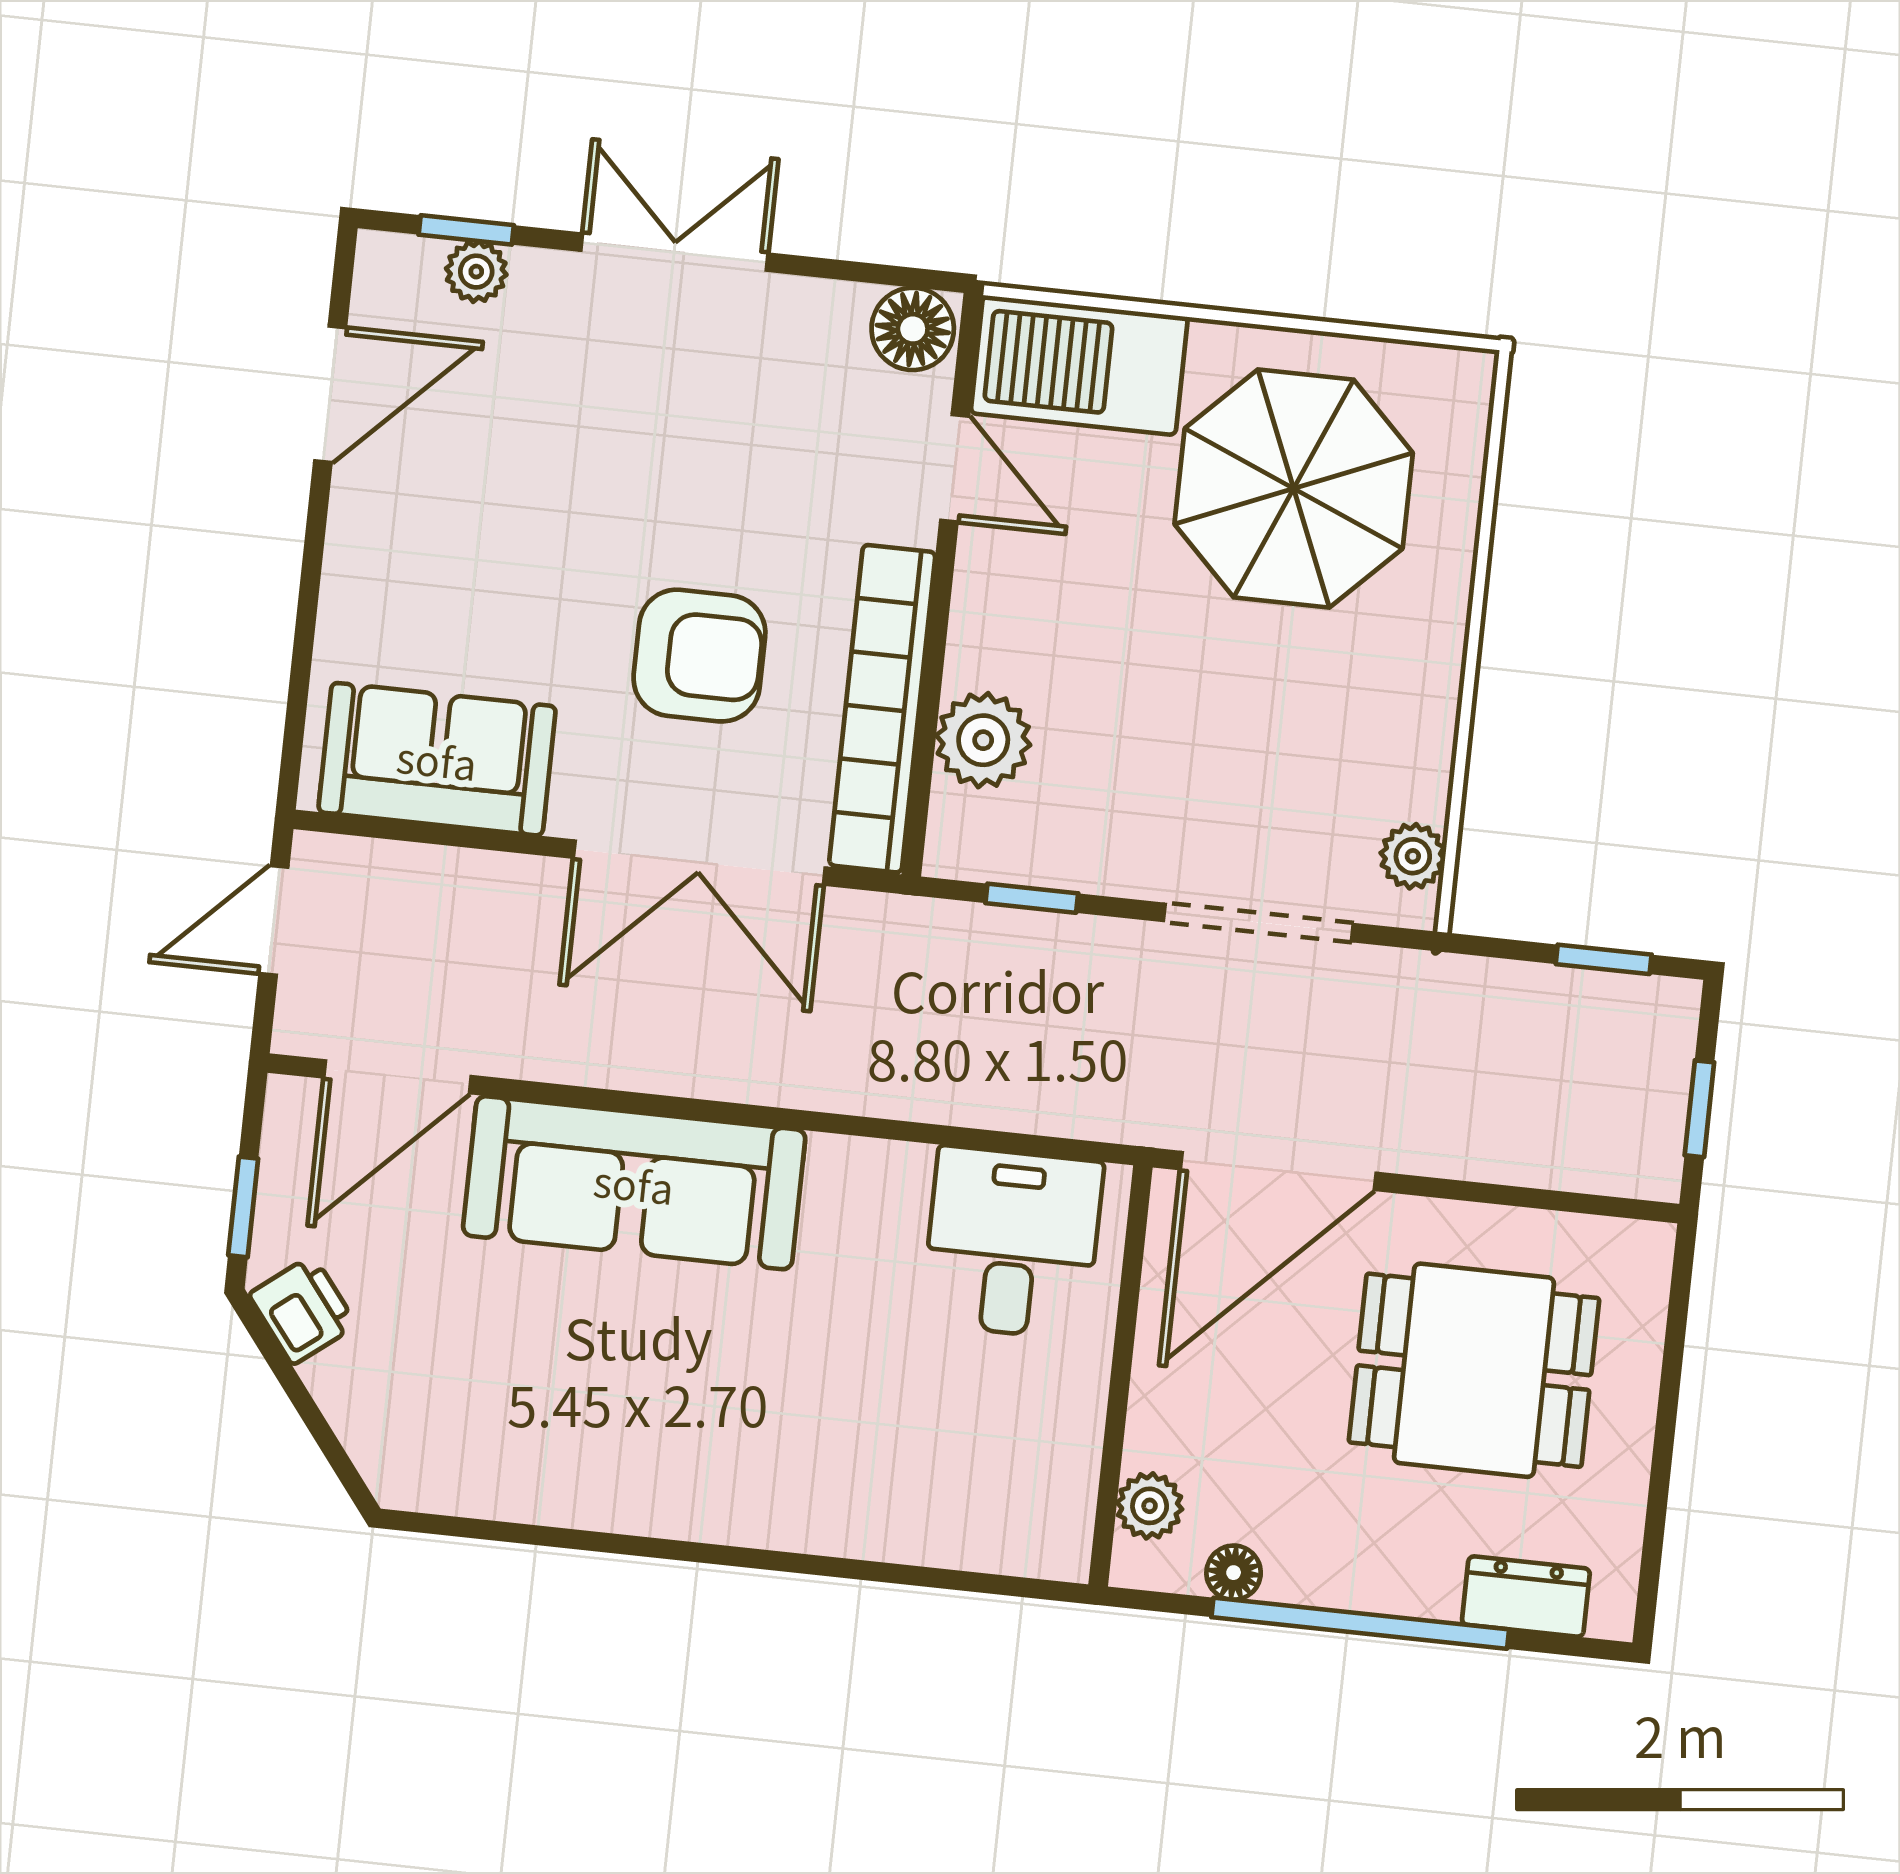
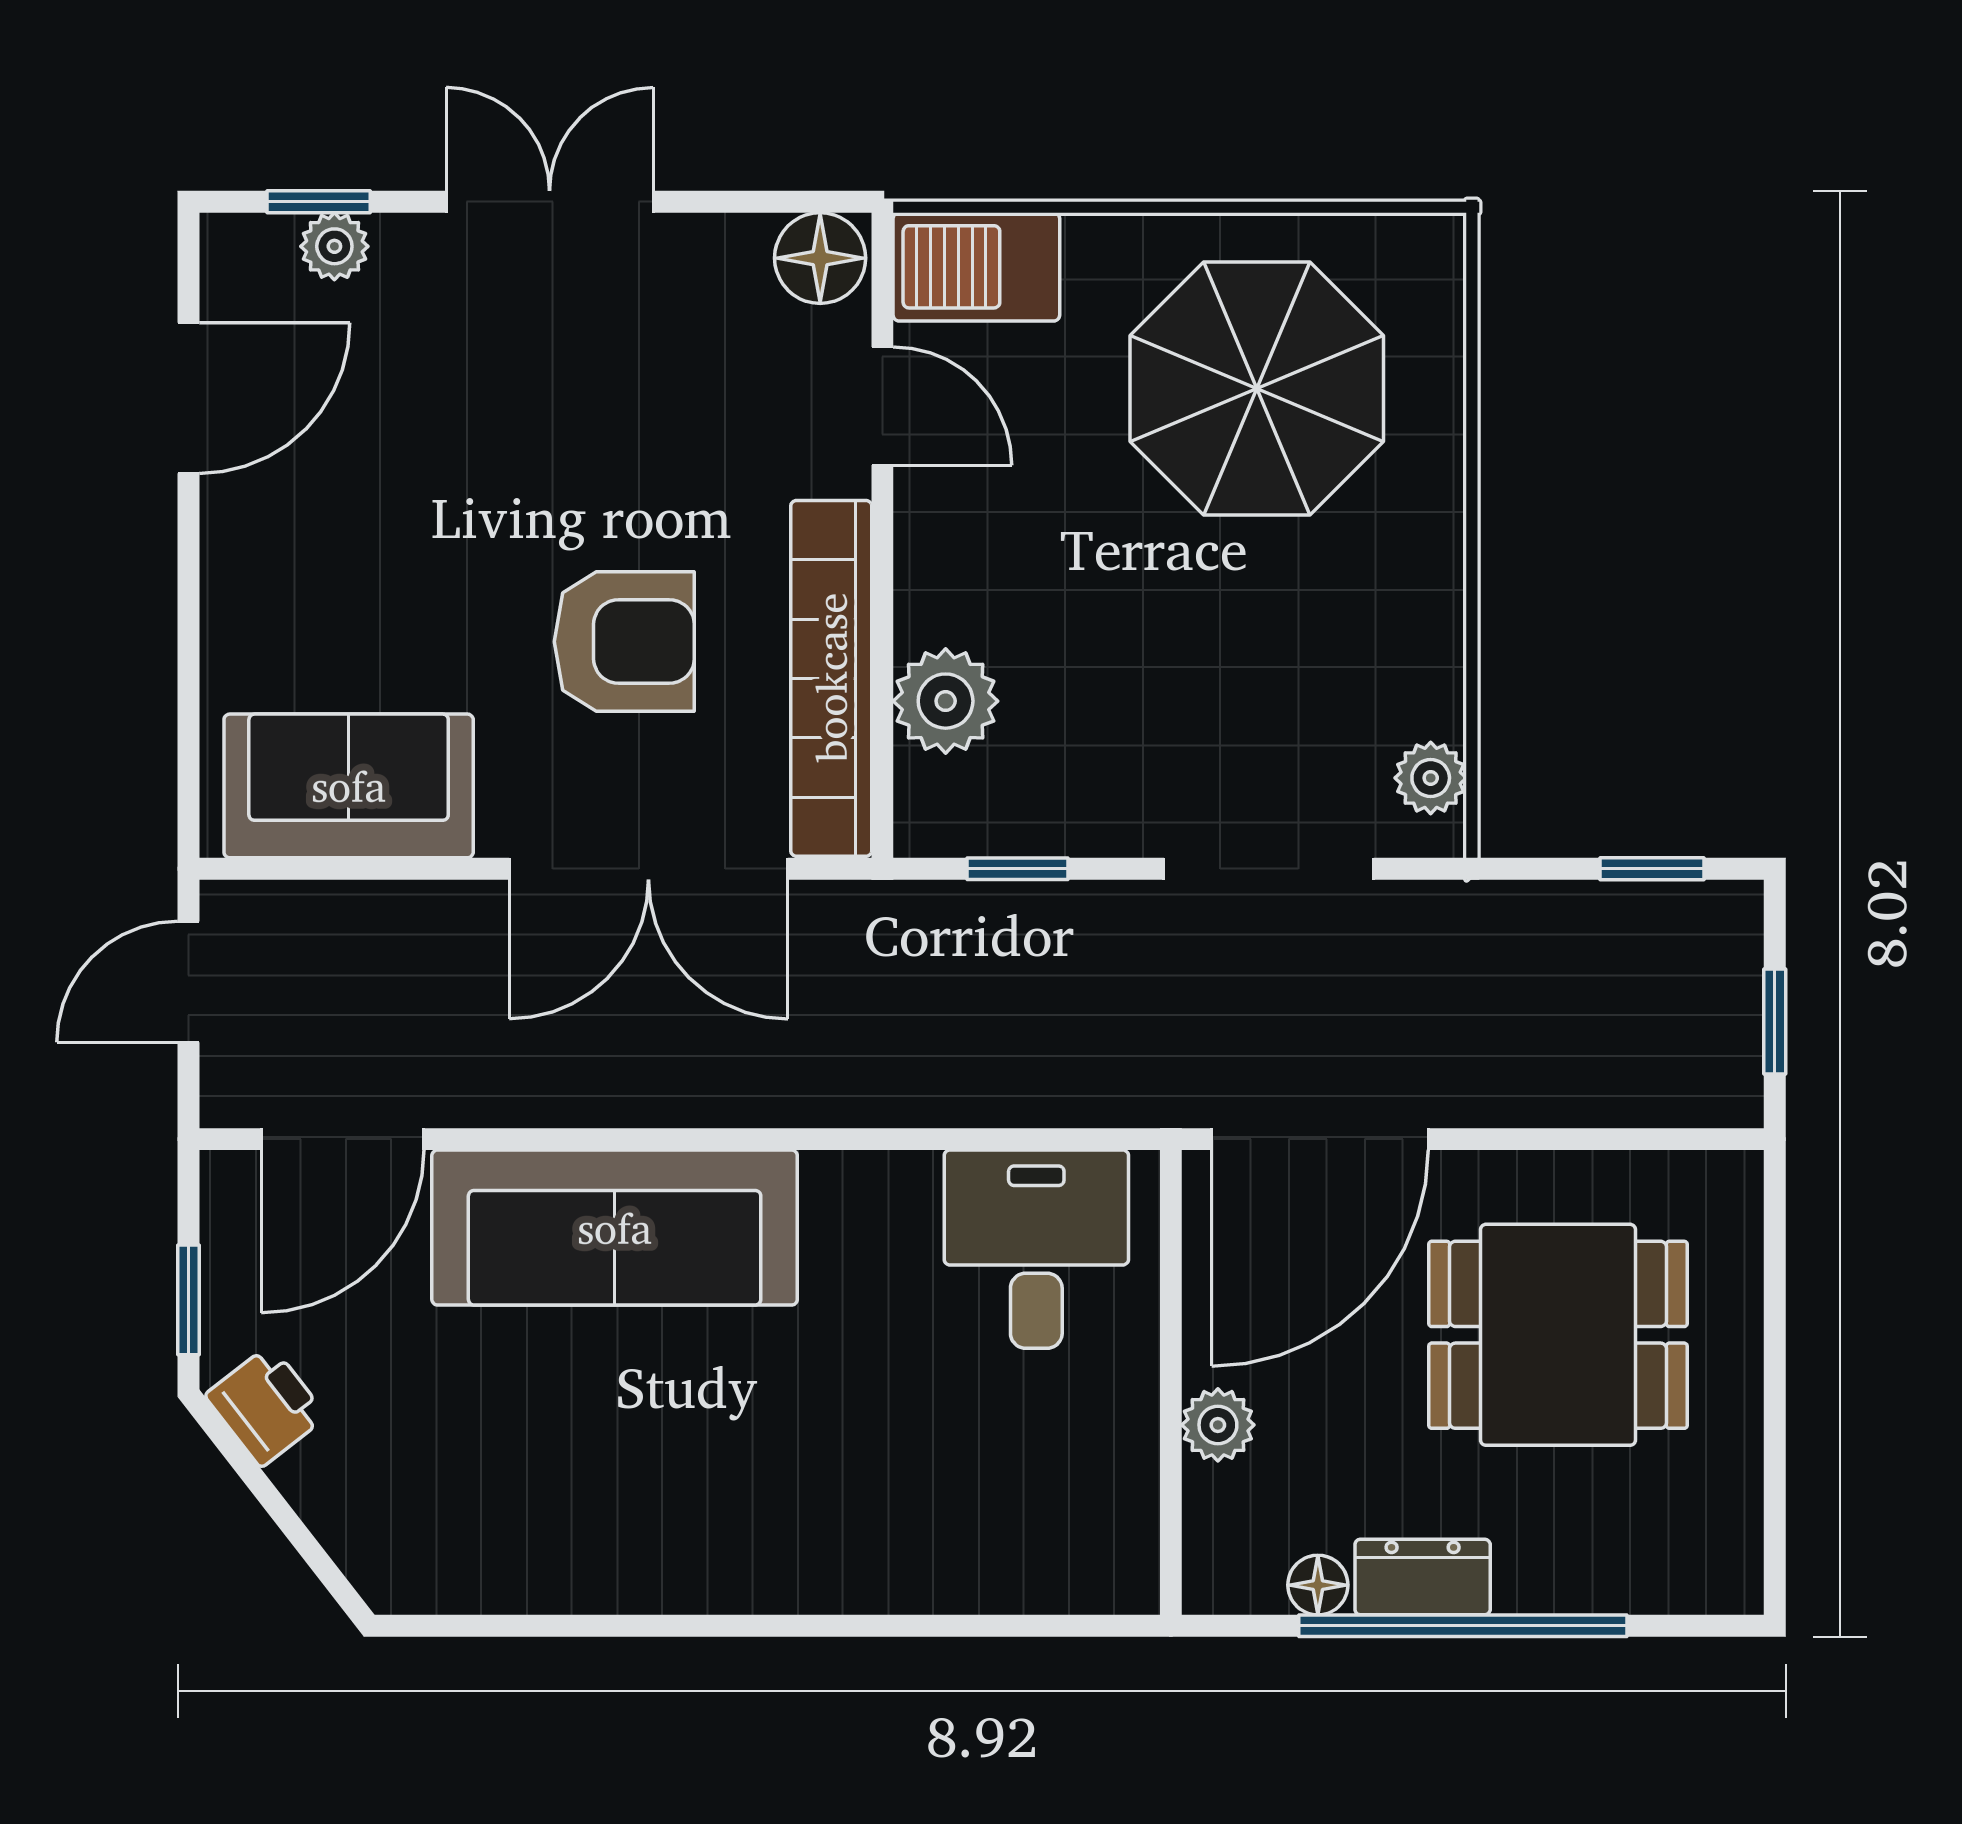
barbecue: (1079, 365) -> (976, 267), width x0.73, depth x0.83
plant: (1150, 1506) -> (1218, 1425), moved
dresser: (1526, 1597) -> (1423, 1577), moved

